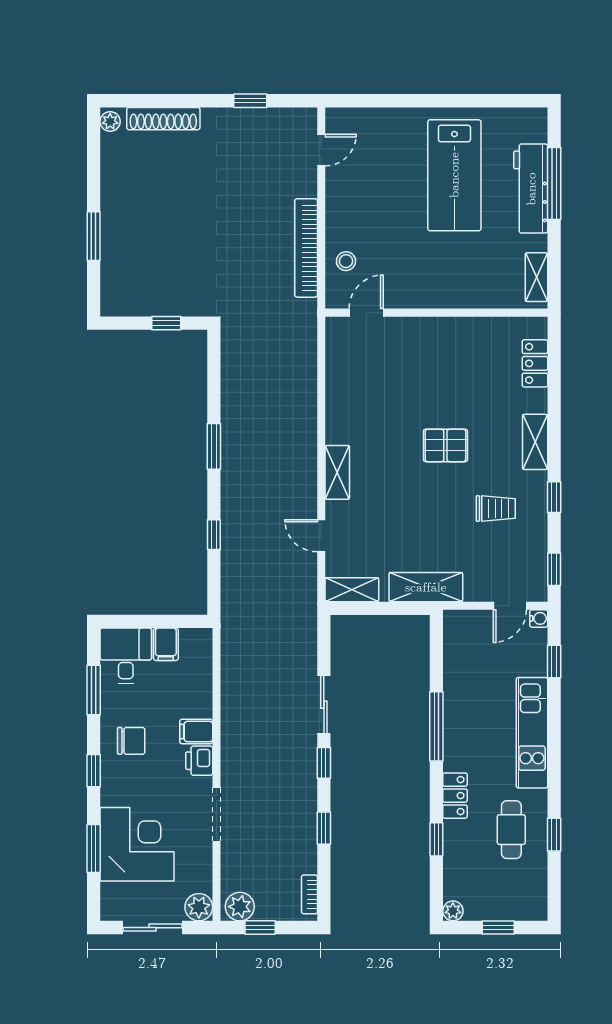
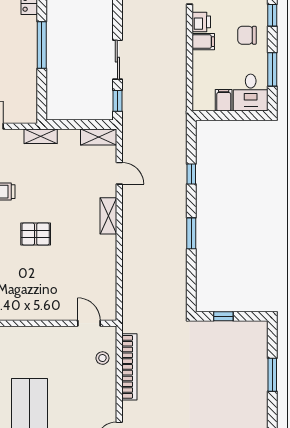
door: (366, 313) -> (89, 323), swing flipped
shelving: (426, 587) -> (41, 136), width x0.67, depth x0.75
window: (324, 763) -> (117, 101), moved

